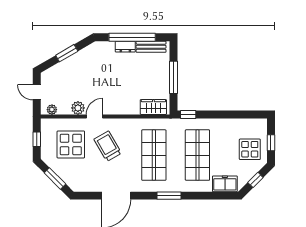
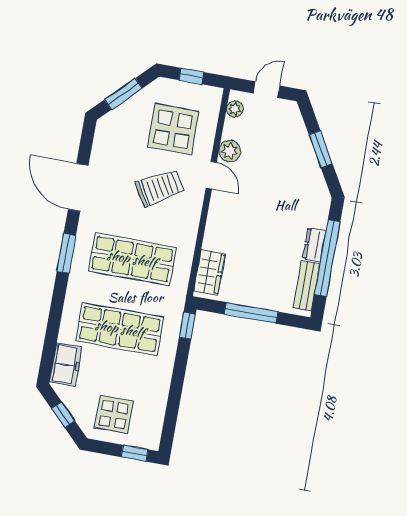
window: (271, 143) -> (135, 453), moved
window: (169, 196) -> (66, 253), moved

